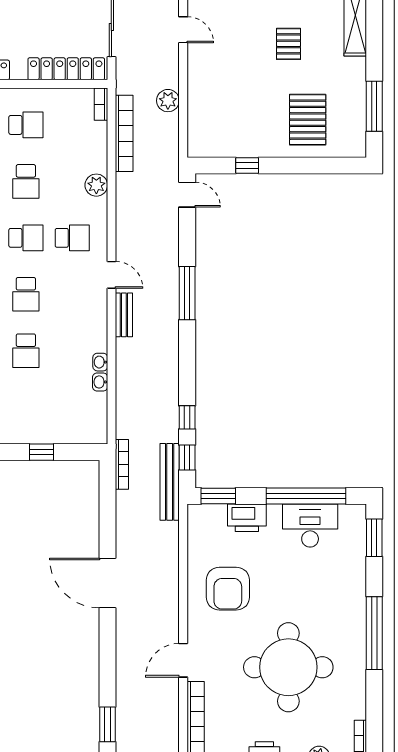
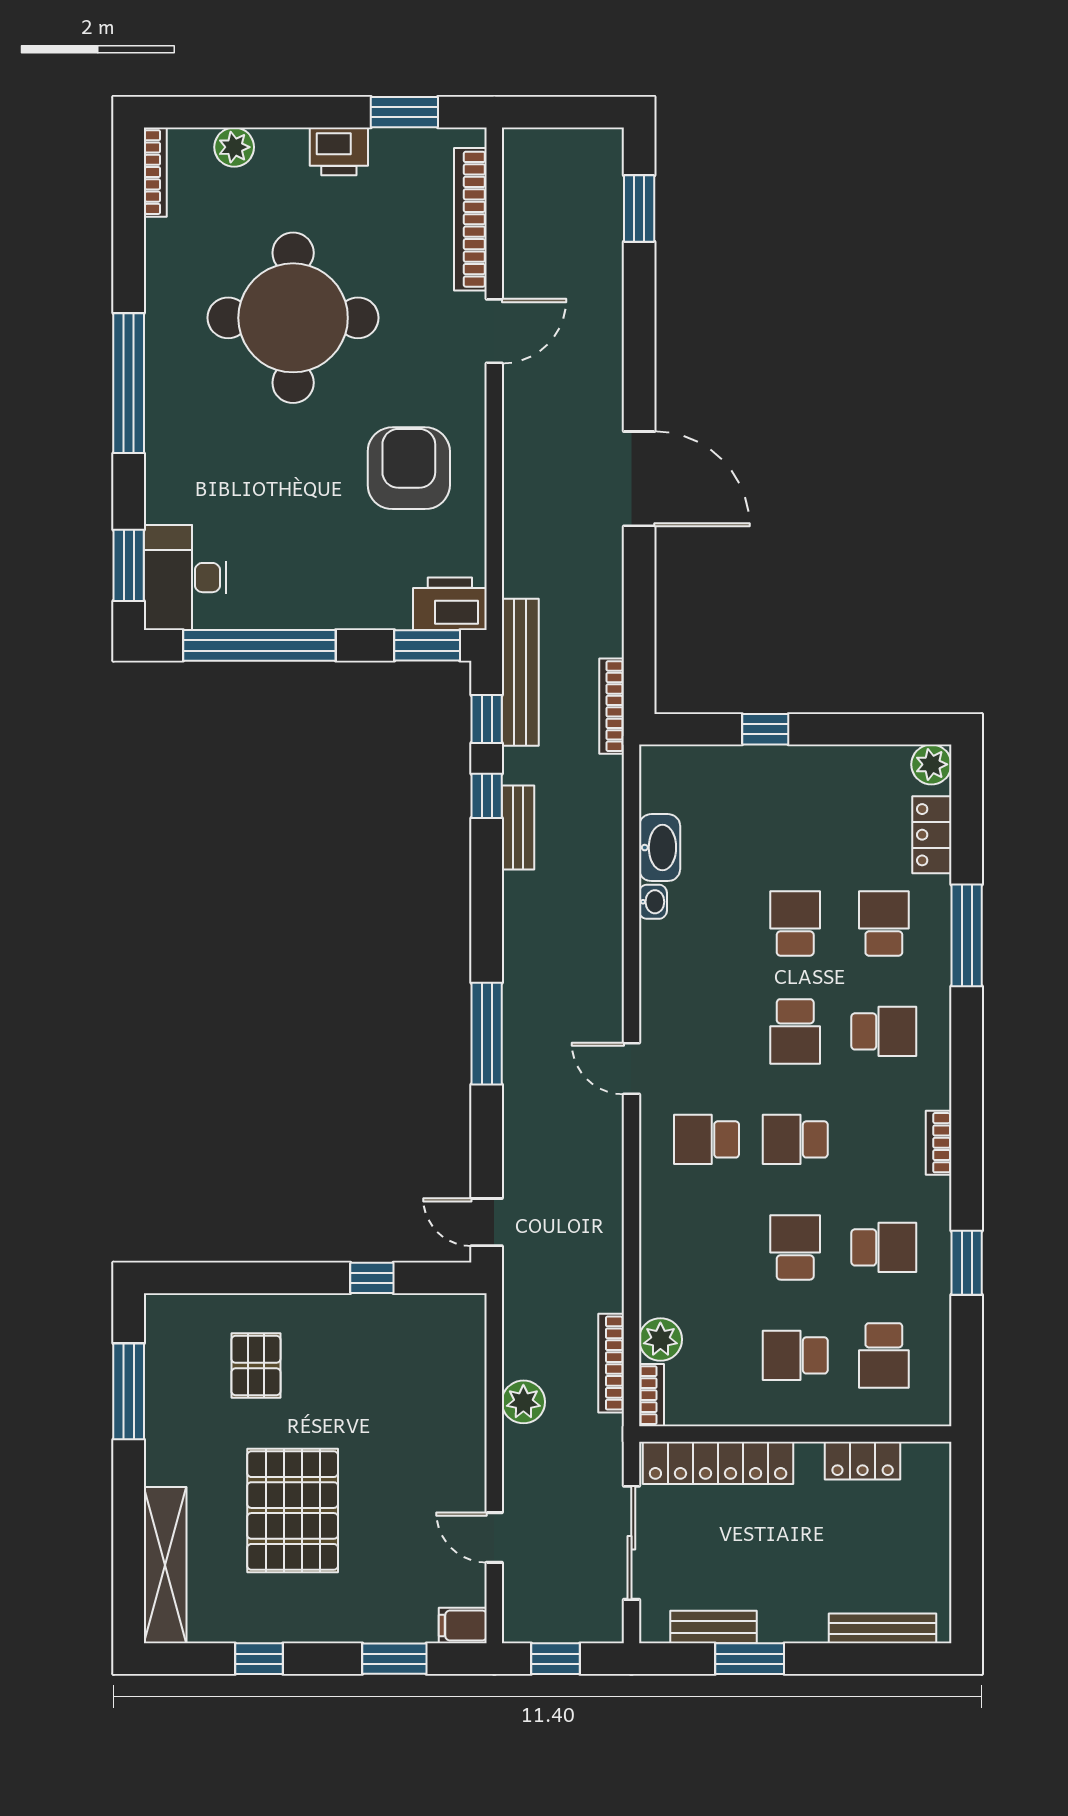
pallet: (289, 44) -> (293, 1510), width x2.05, depth x2.00
pallet: (308, 120) -> (256, 1366), width x0.67, depth x0.71
bookcase: (124, 133) -> (611, 1363), width x0.68, depth x0.76
plant: (96, 185) -> (660, 1339), moved
school desk: (26, 294) -> (795, 1031), turned 180
bench: (124, 315) -> (518, 827), moved
washbasin: (100, 382) -> (660, 848), width x1.91, depth x1.45
printer: (247, 518) -> (450, 604), moved
desk: (310, 526) -> (185, 578), moved, turned 90

